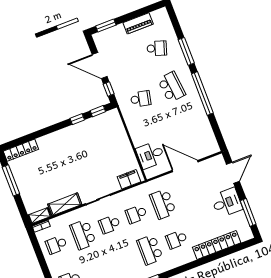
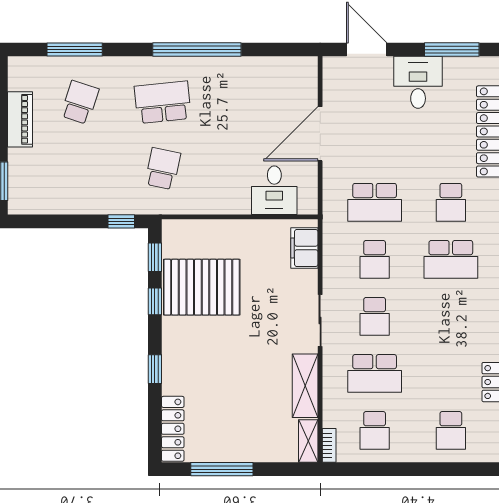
window: (186, 51) -> (75, 50), moved
door: (100, 66) -> (71, 221), removed
window: (46, 131) -> (155, 369), added
pallet: (92, 138) -> (202, 287), added

